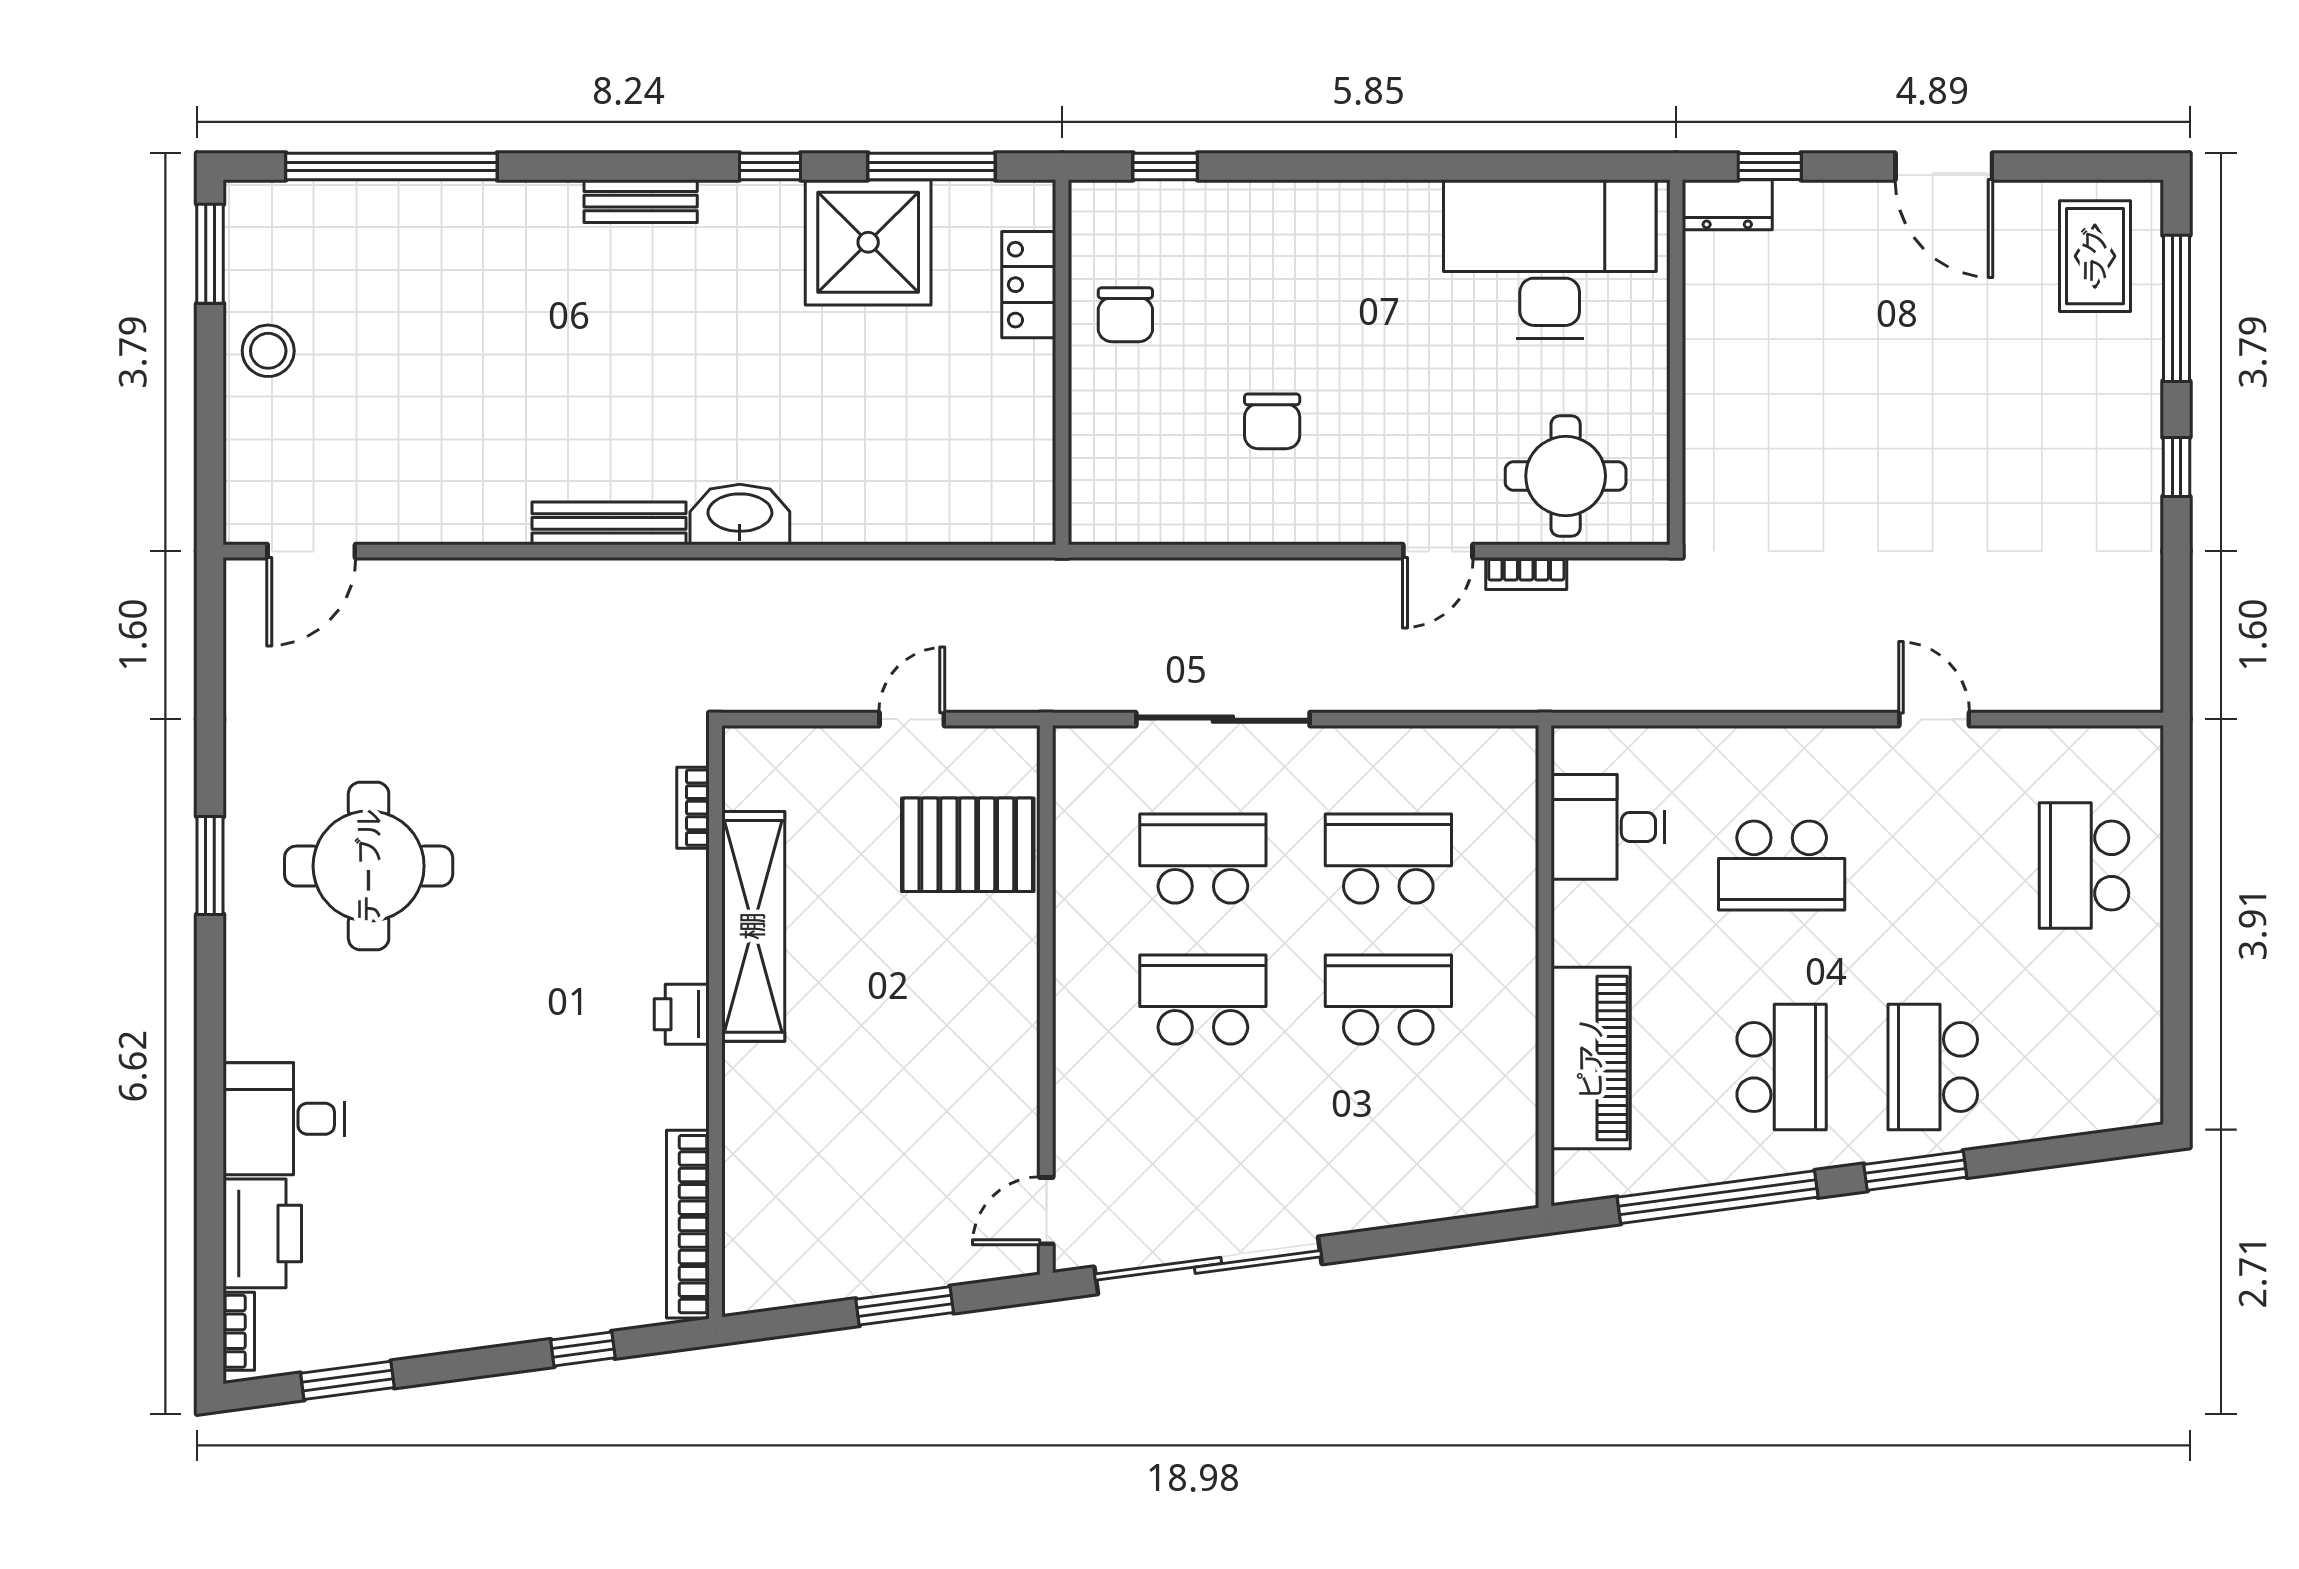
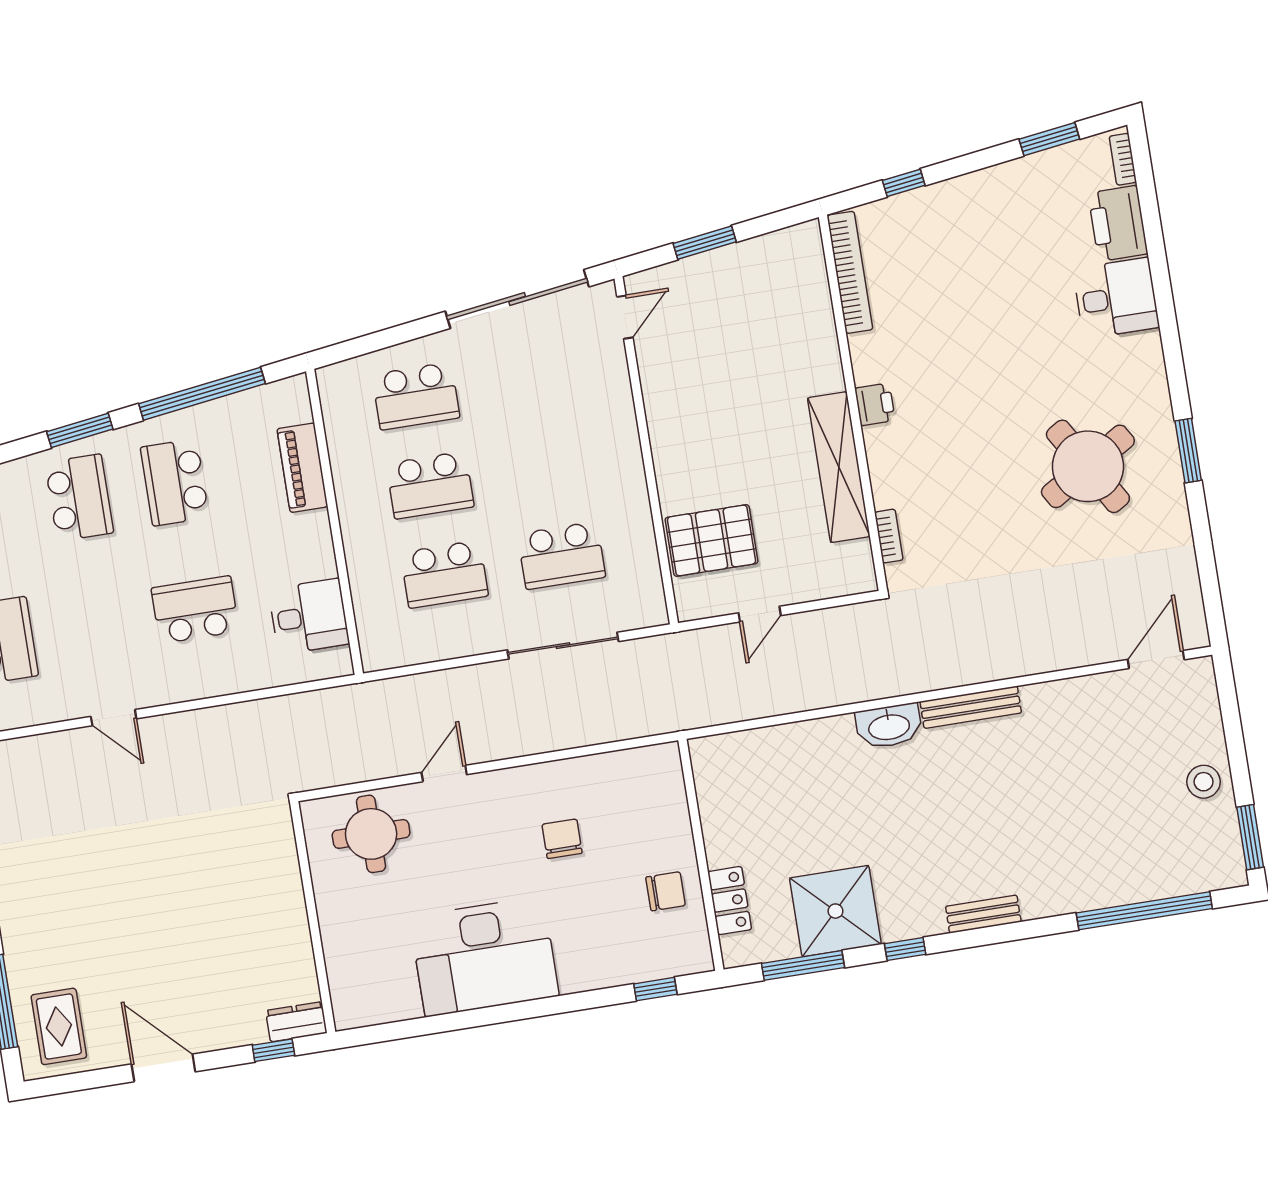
desk: (1550, 259) -> (484, 956), moved
chair: (1125, 315) -> (666, 891), turned 90
bookcase: (1526, 574) -> (386, 768), removed
round table: (369, 866) -> (1088, 466), turned -31
school desk: (1203, 1000) -> (416, 396), moved
piano: (1591, 1058) -> (302, 468), width x0.73, depth x0.75

